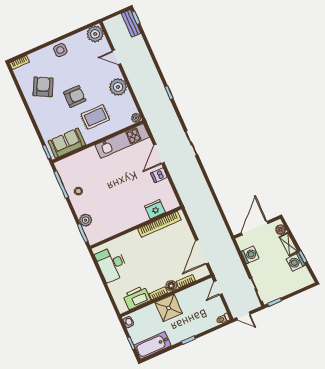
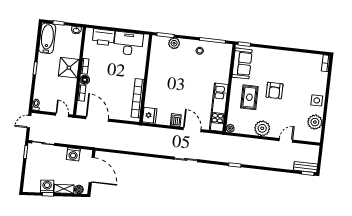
plant: (95, 34) -> (315, 122), moved
armchair: (43, 87) -> (296, 71), removed
fridge: (155, 209) -> (150, 115), moved
printer: (137, 298) -> (104, 37), moved, turned 90

